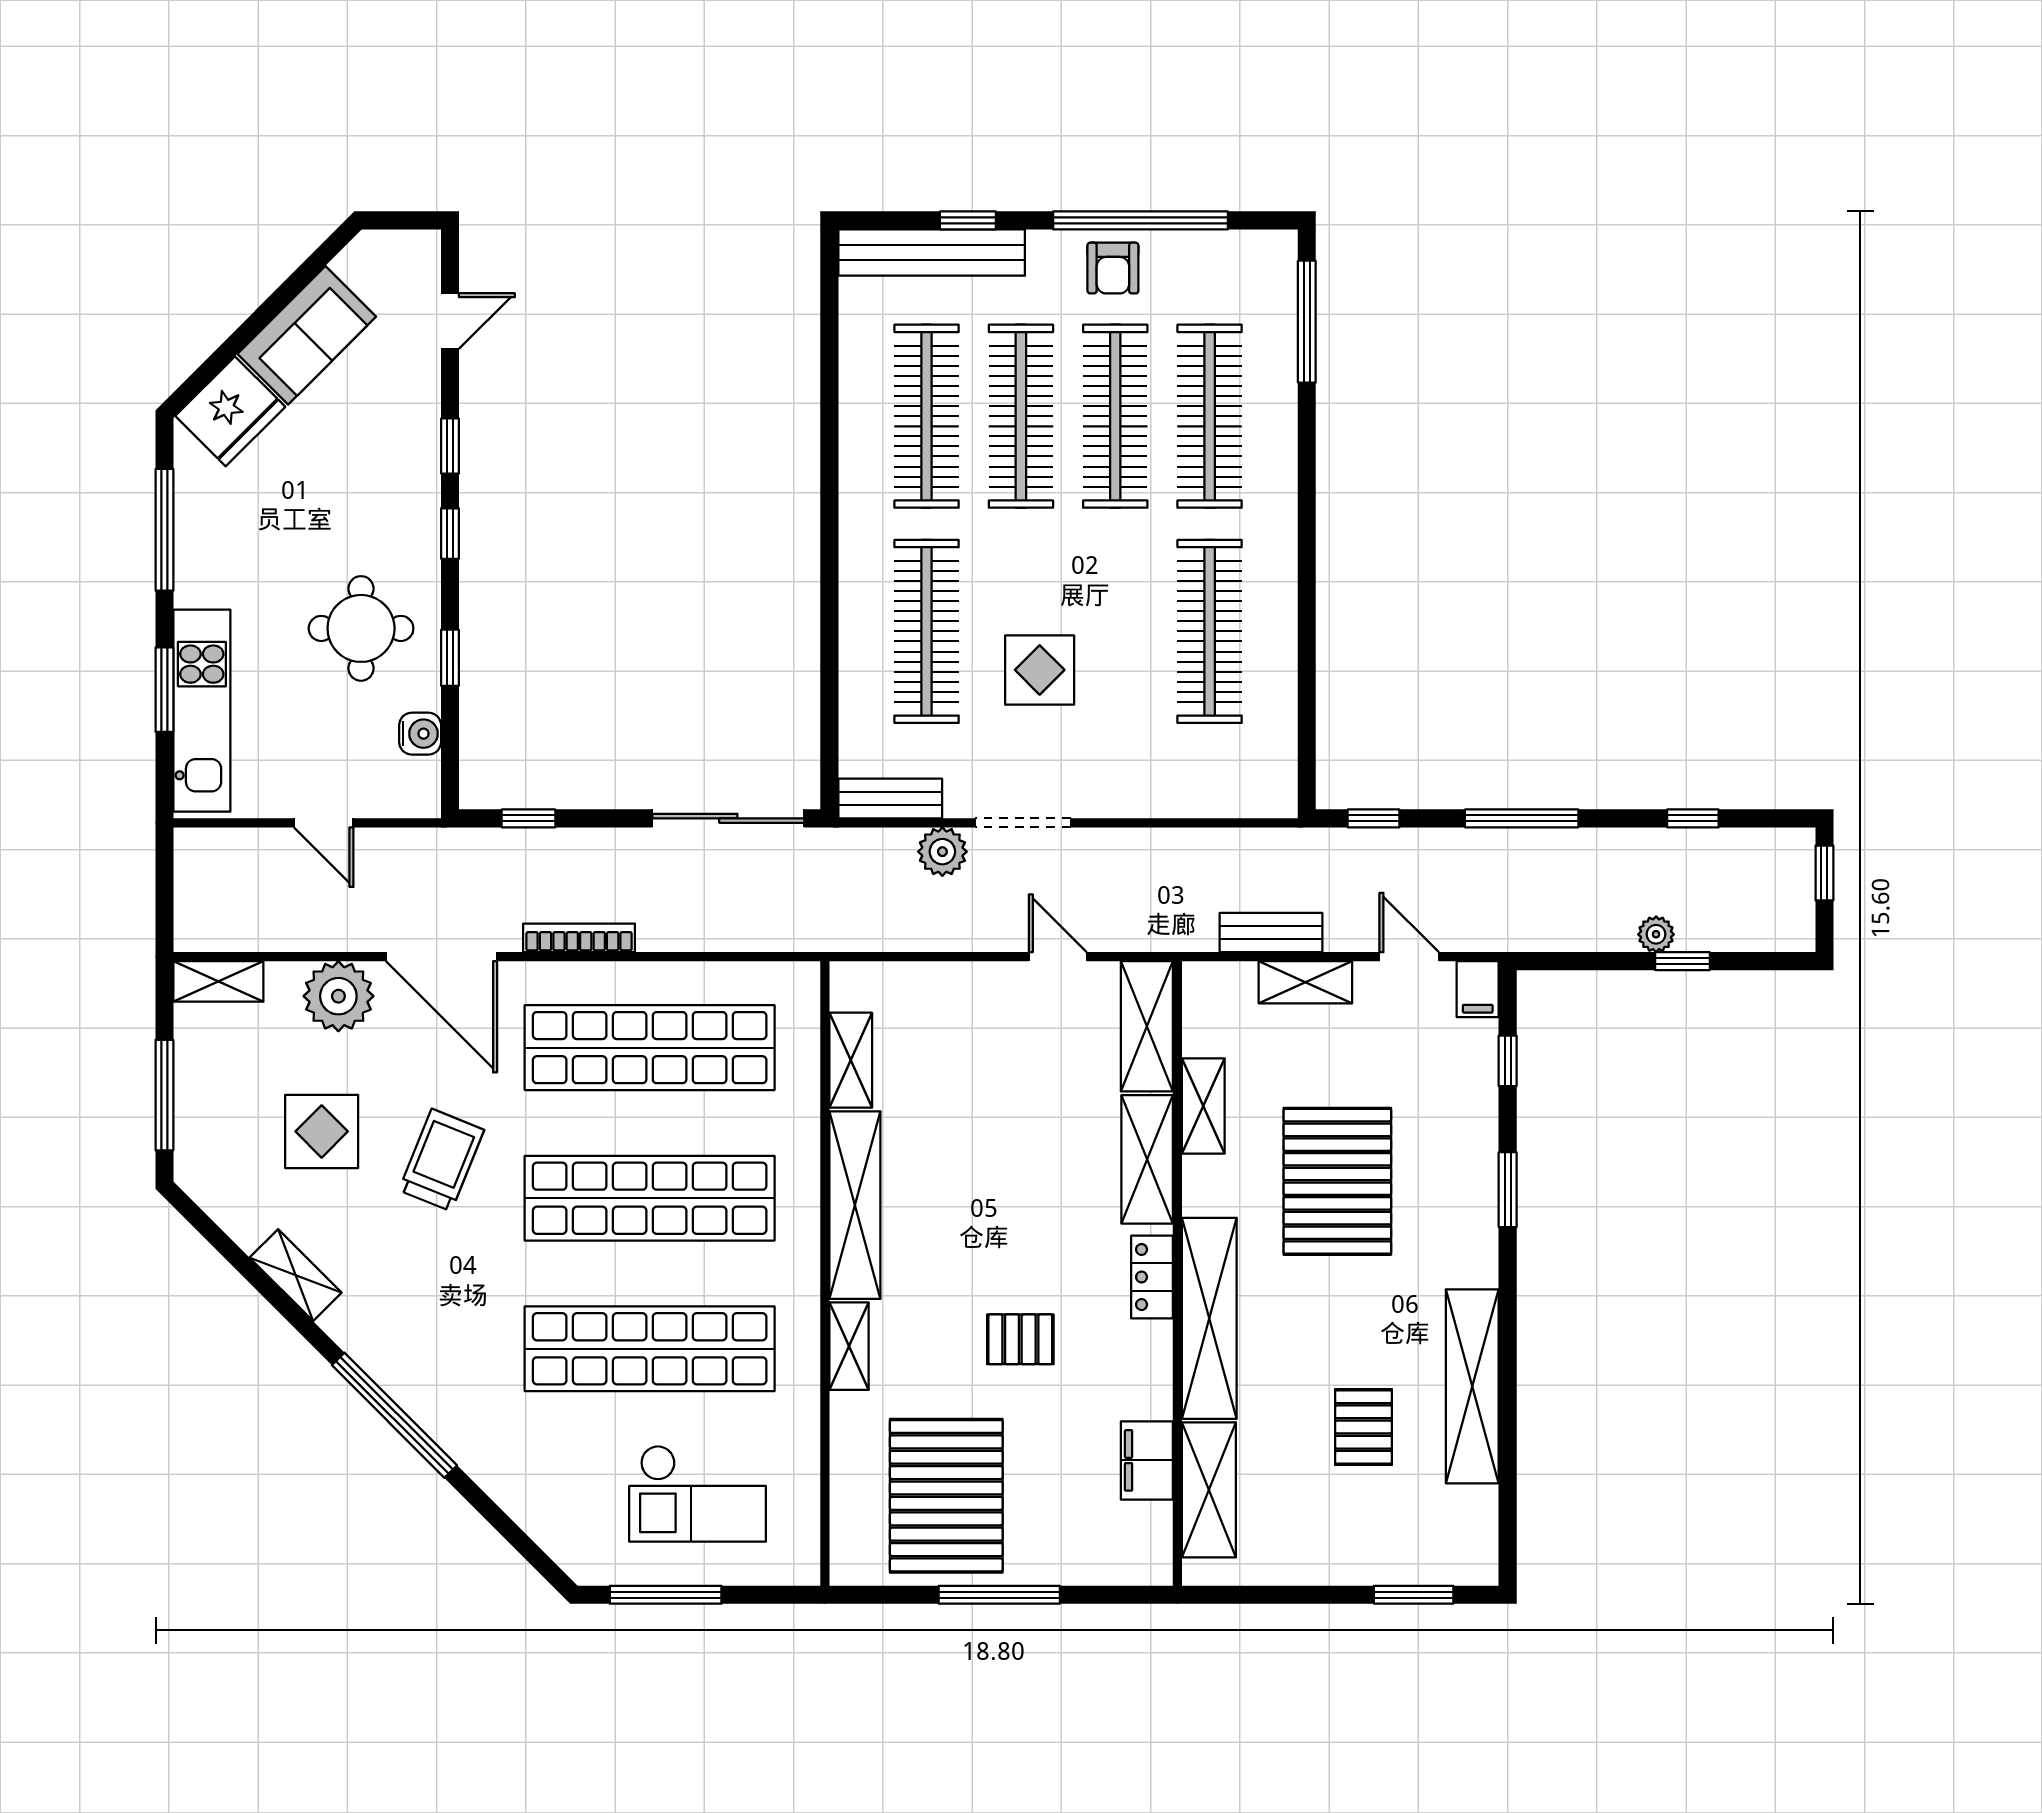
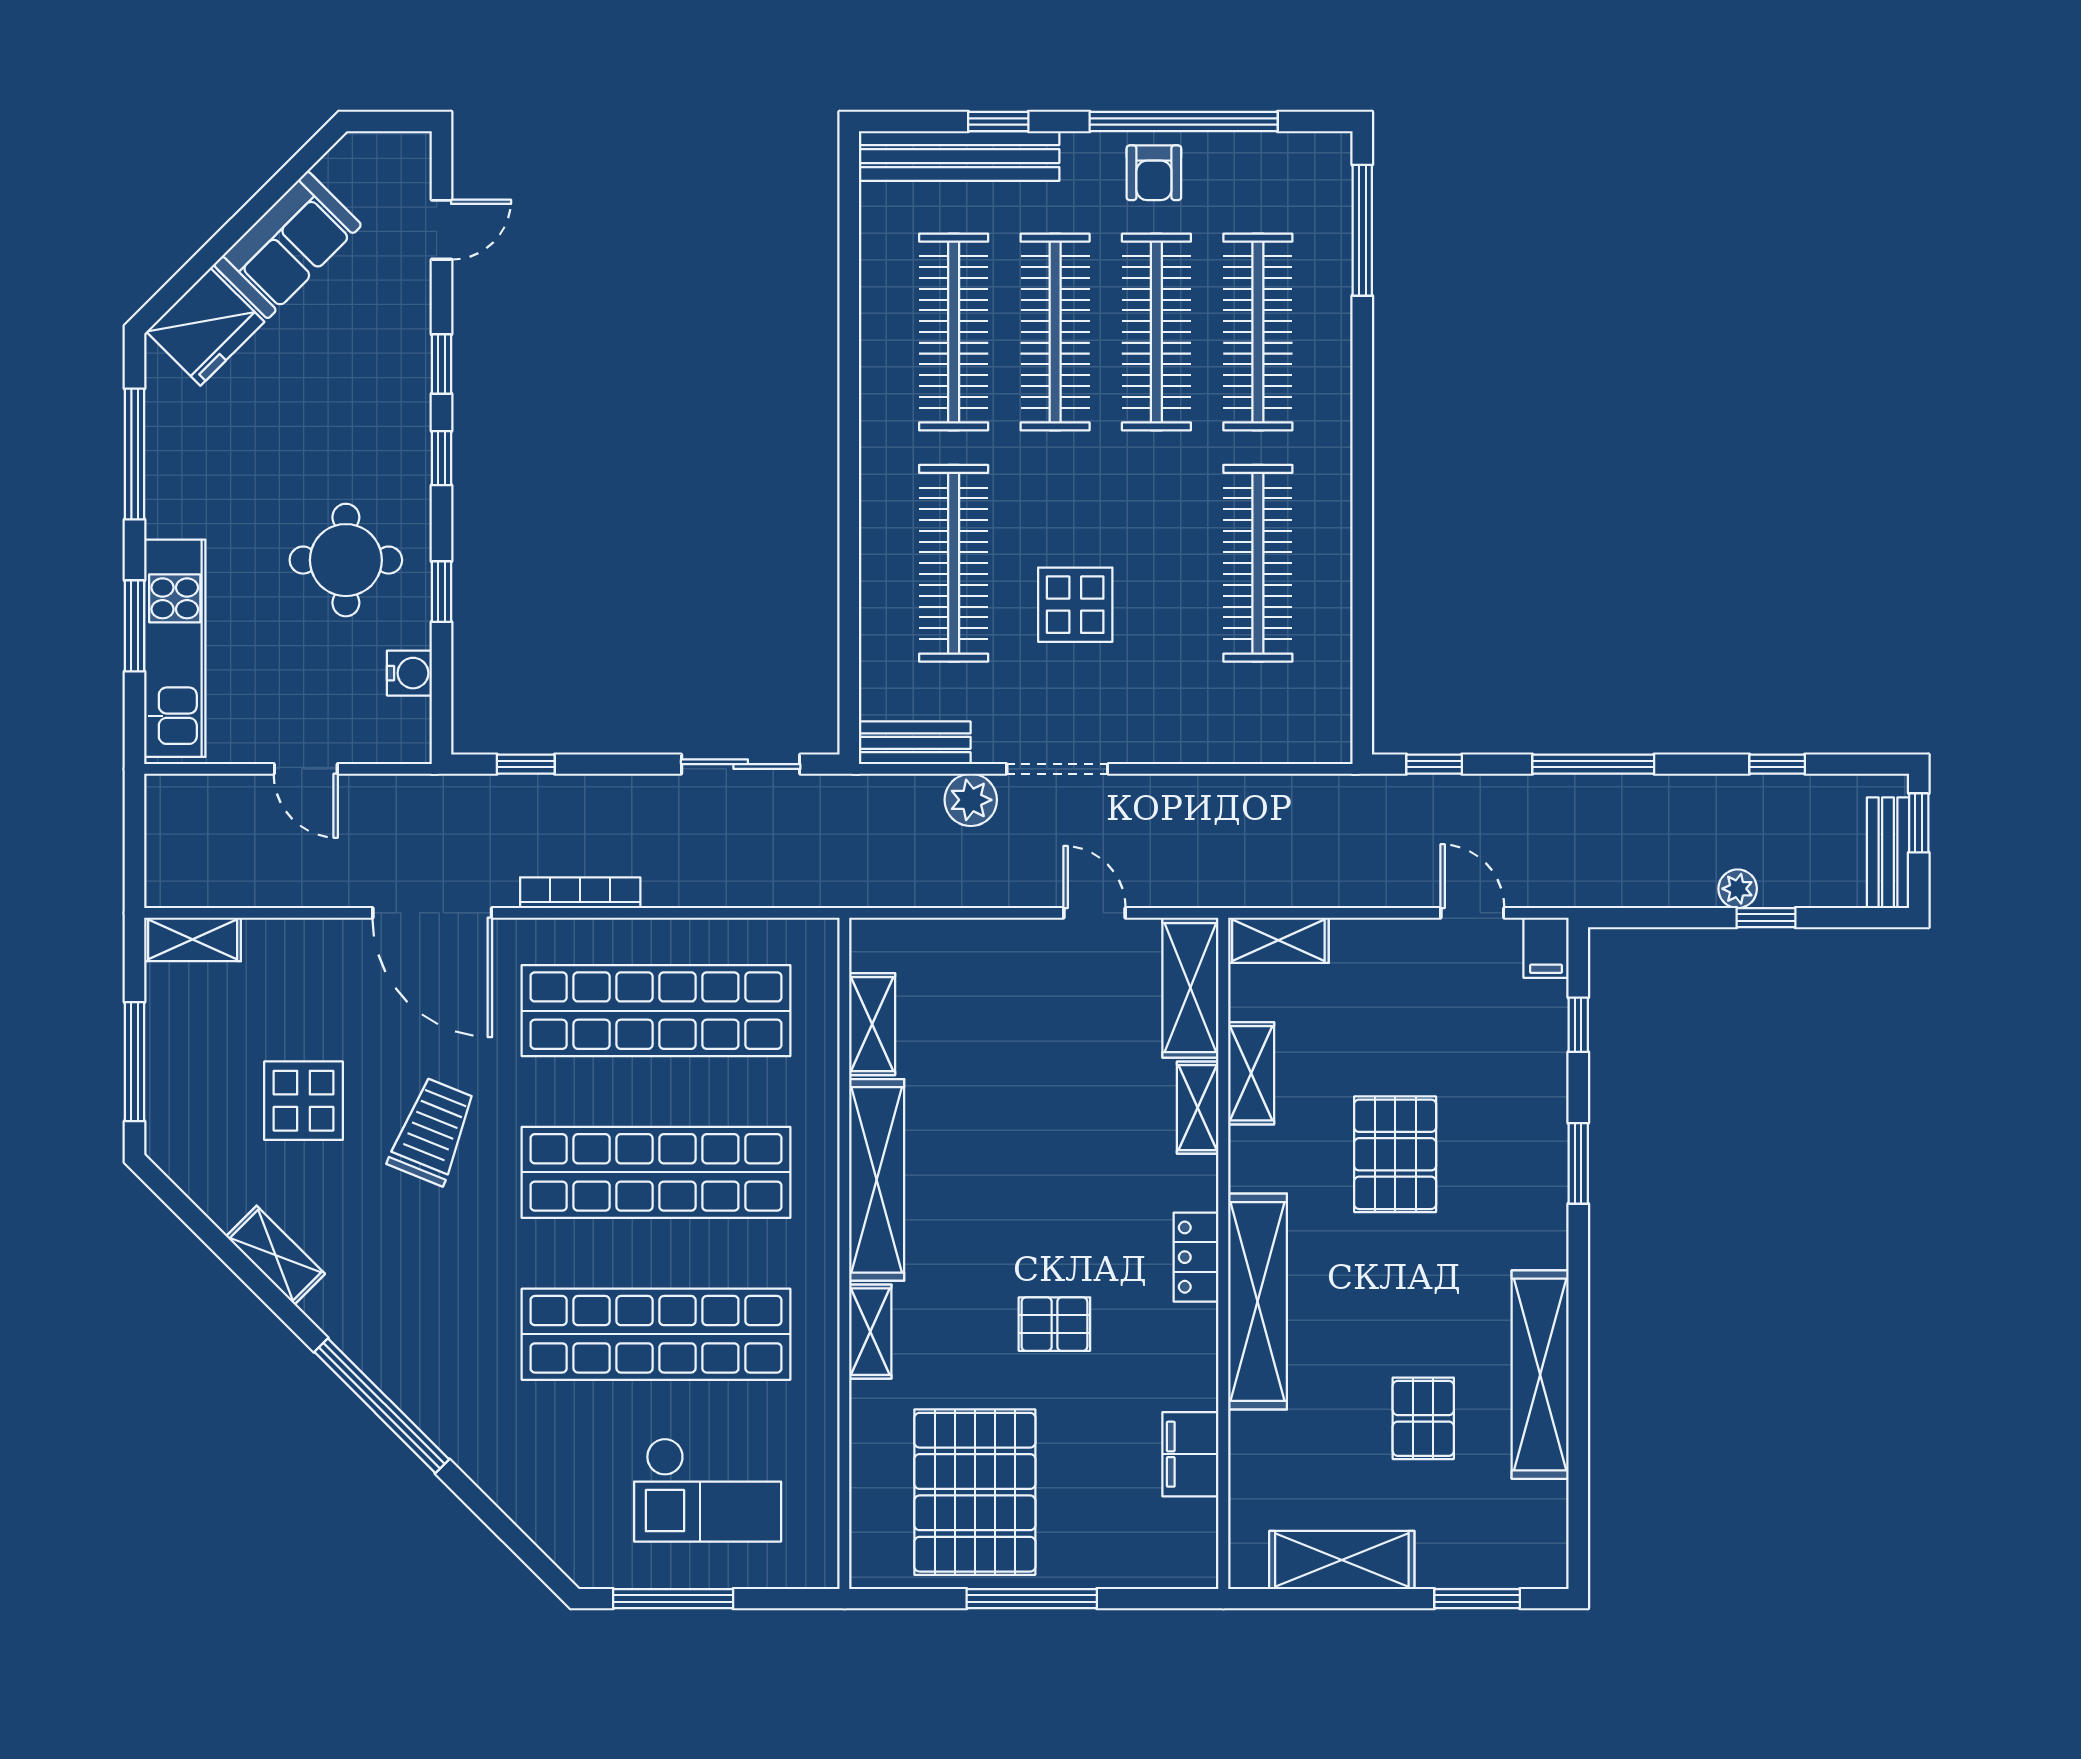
sliding door: (728, 818) -> (741, 764), width x0.73
bench: (1271, 933) -> (1888, 853), moved, turned 90
shelving: (1305, 982) -> (1278, 940), moved
plant: (338, 996) -> (322, 955), removed
shelving: (1147, 1159) -> (1198, 1108), width x0.67, depth x0.75
pallet: (1337, 1181) -> (1395, 1154), width x0.73, depth x0.71
shelving: (1209, 1490) -> (1342, 1560), moved, turned 90

